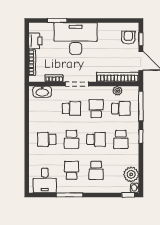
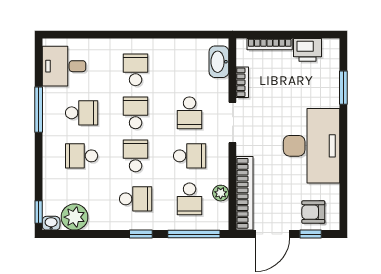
armchair: (128, 38) -> (313, 212), turned 180
desk: (76, 39) -> (312, 146), moved
school desk: (71, 139) -> (136, 113), turned 90
school desk: (96, 139) -> (136, 156), turned 180
school desk: (121, 139) -> (136, 199), turned 180

